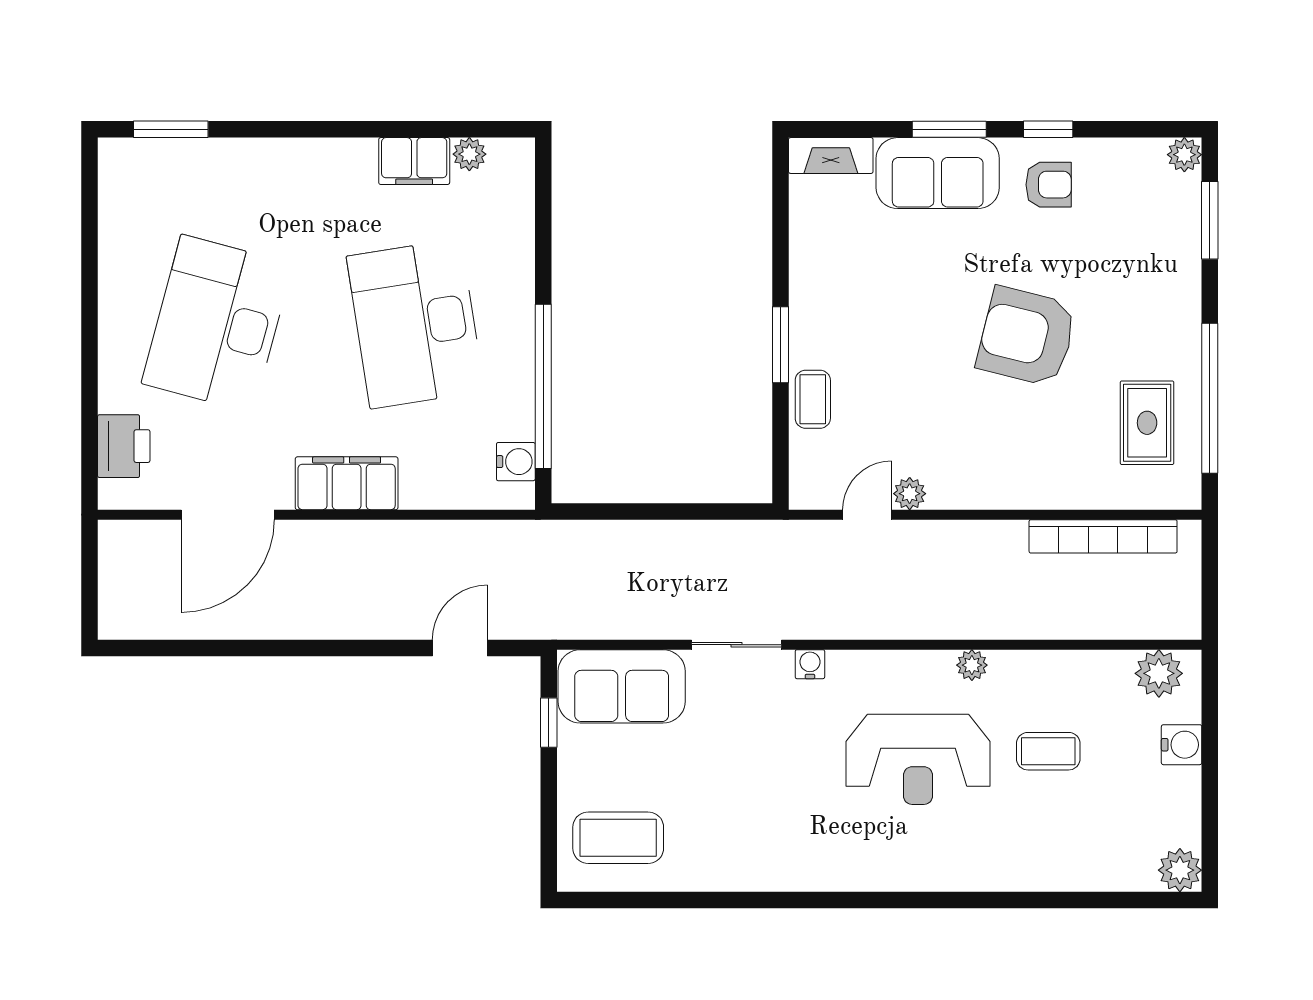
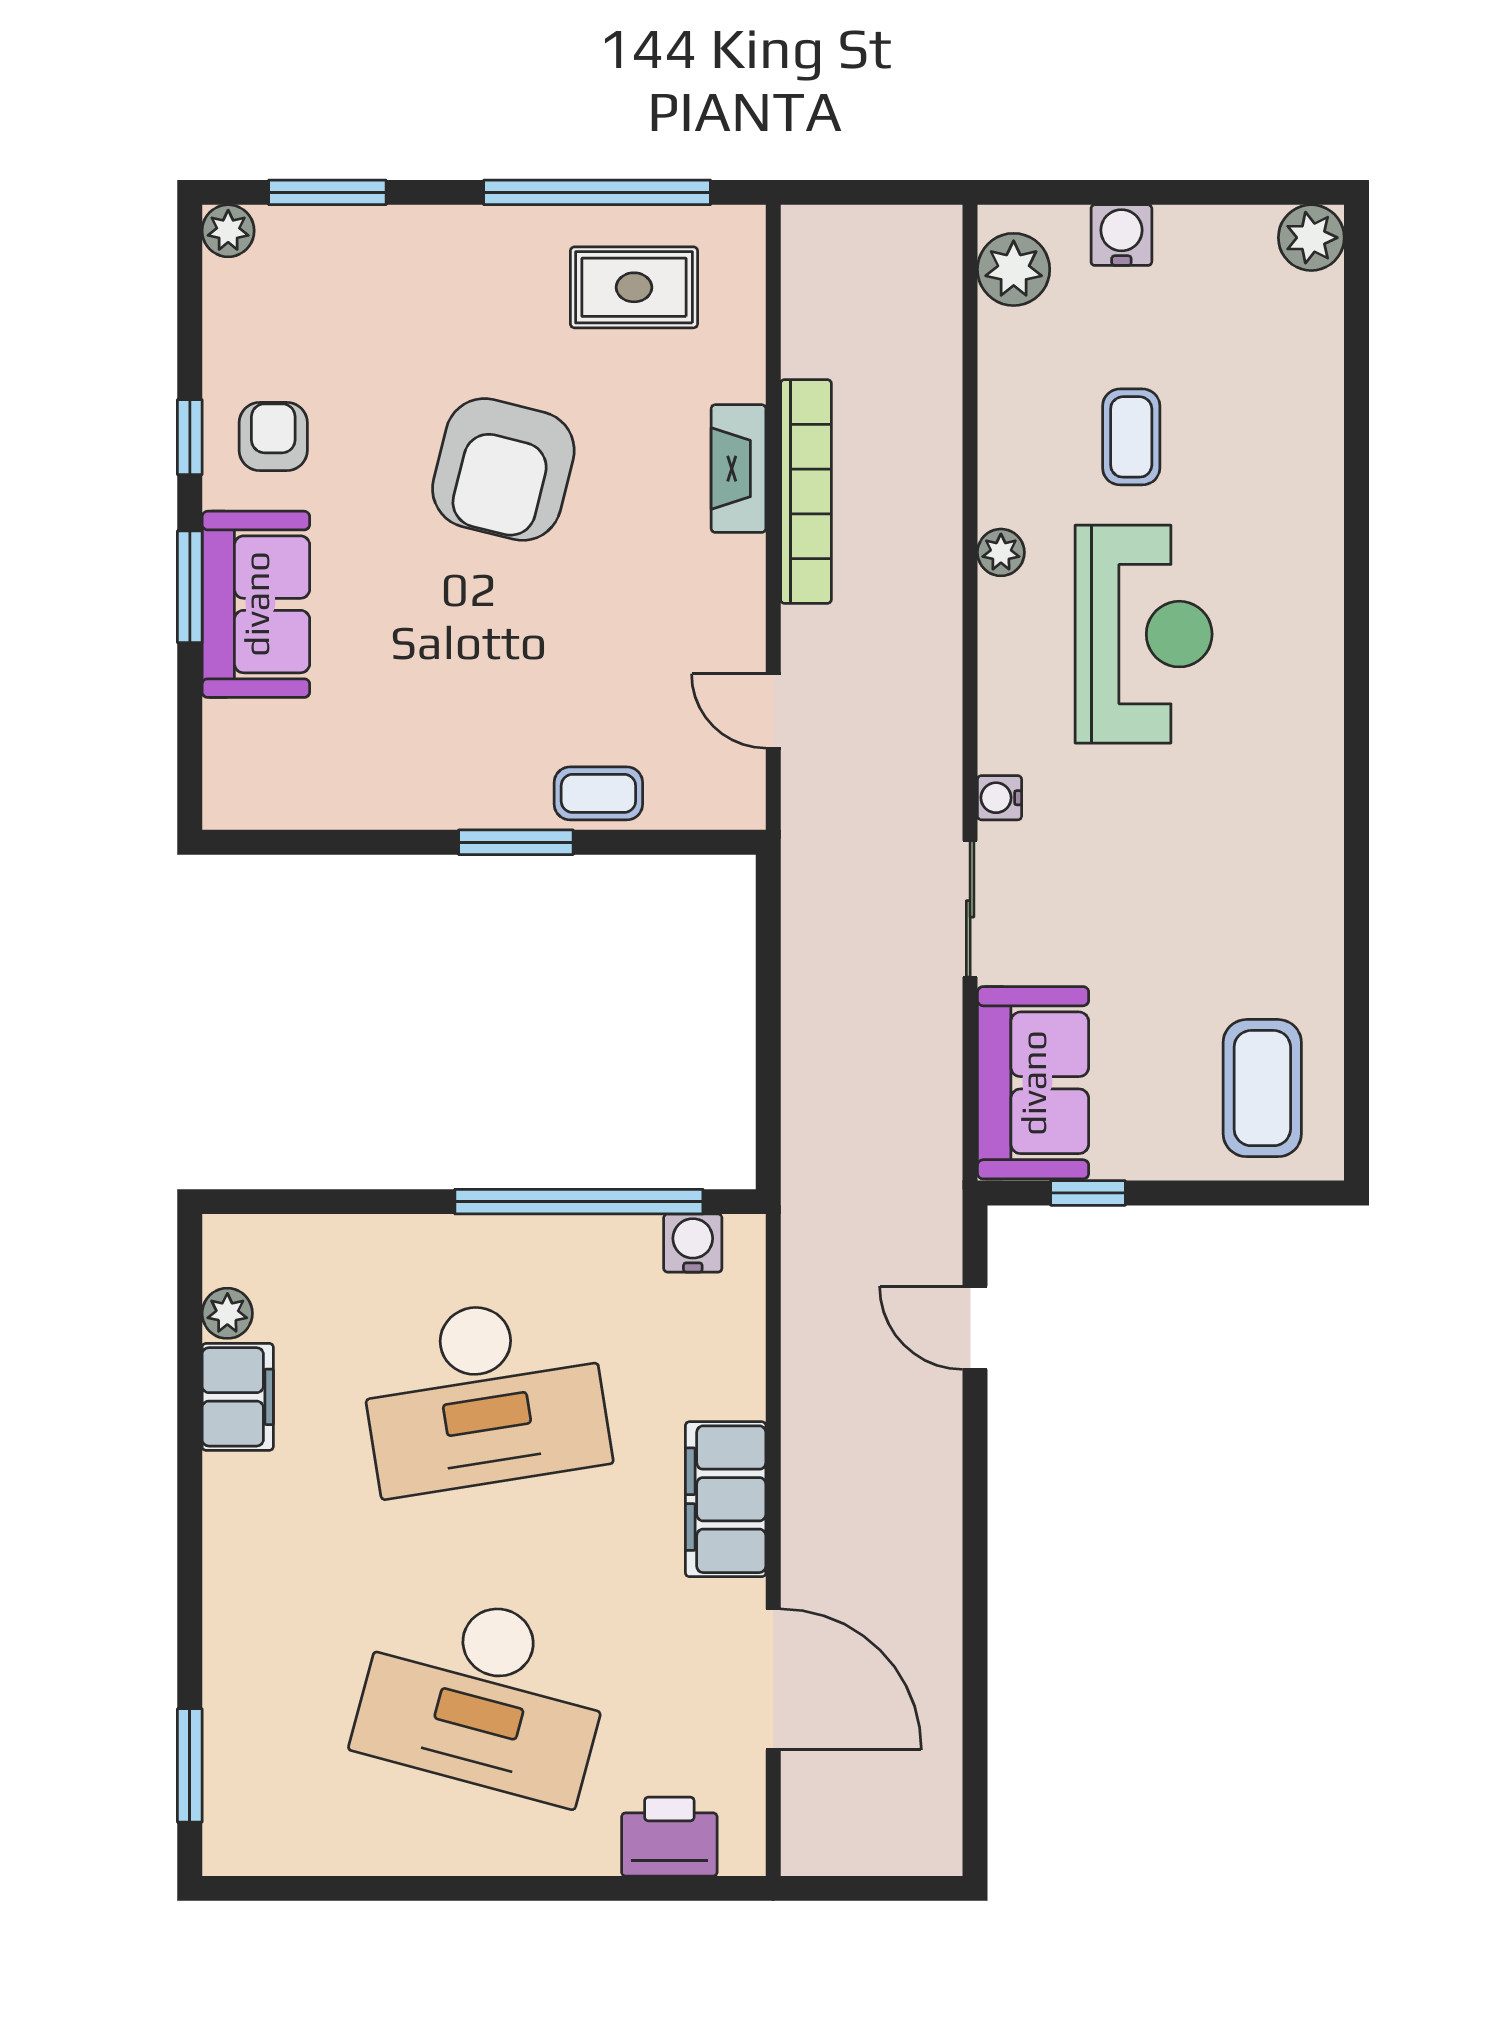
fireplace: (831, 155) -> (738, 469), moved, turned 180
plant: (910, 494) -> (741, 647), removed
bookcase: (1103, 536) -> (806, 492), moved

